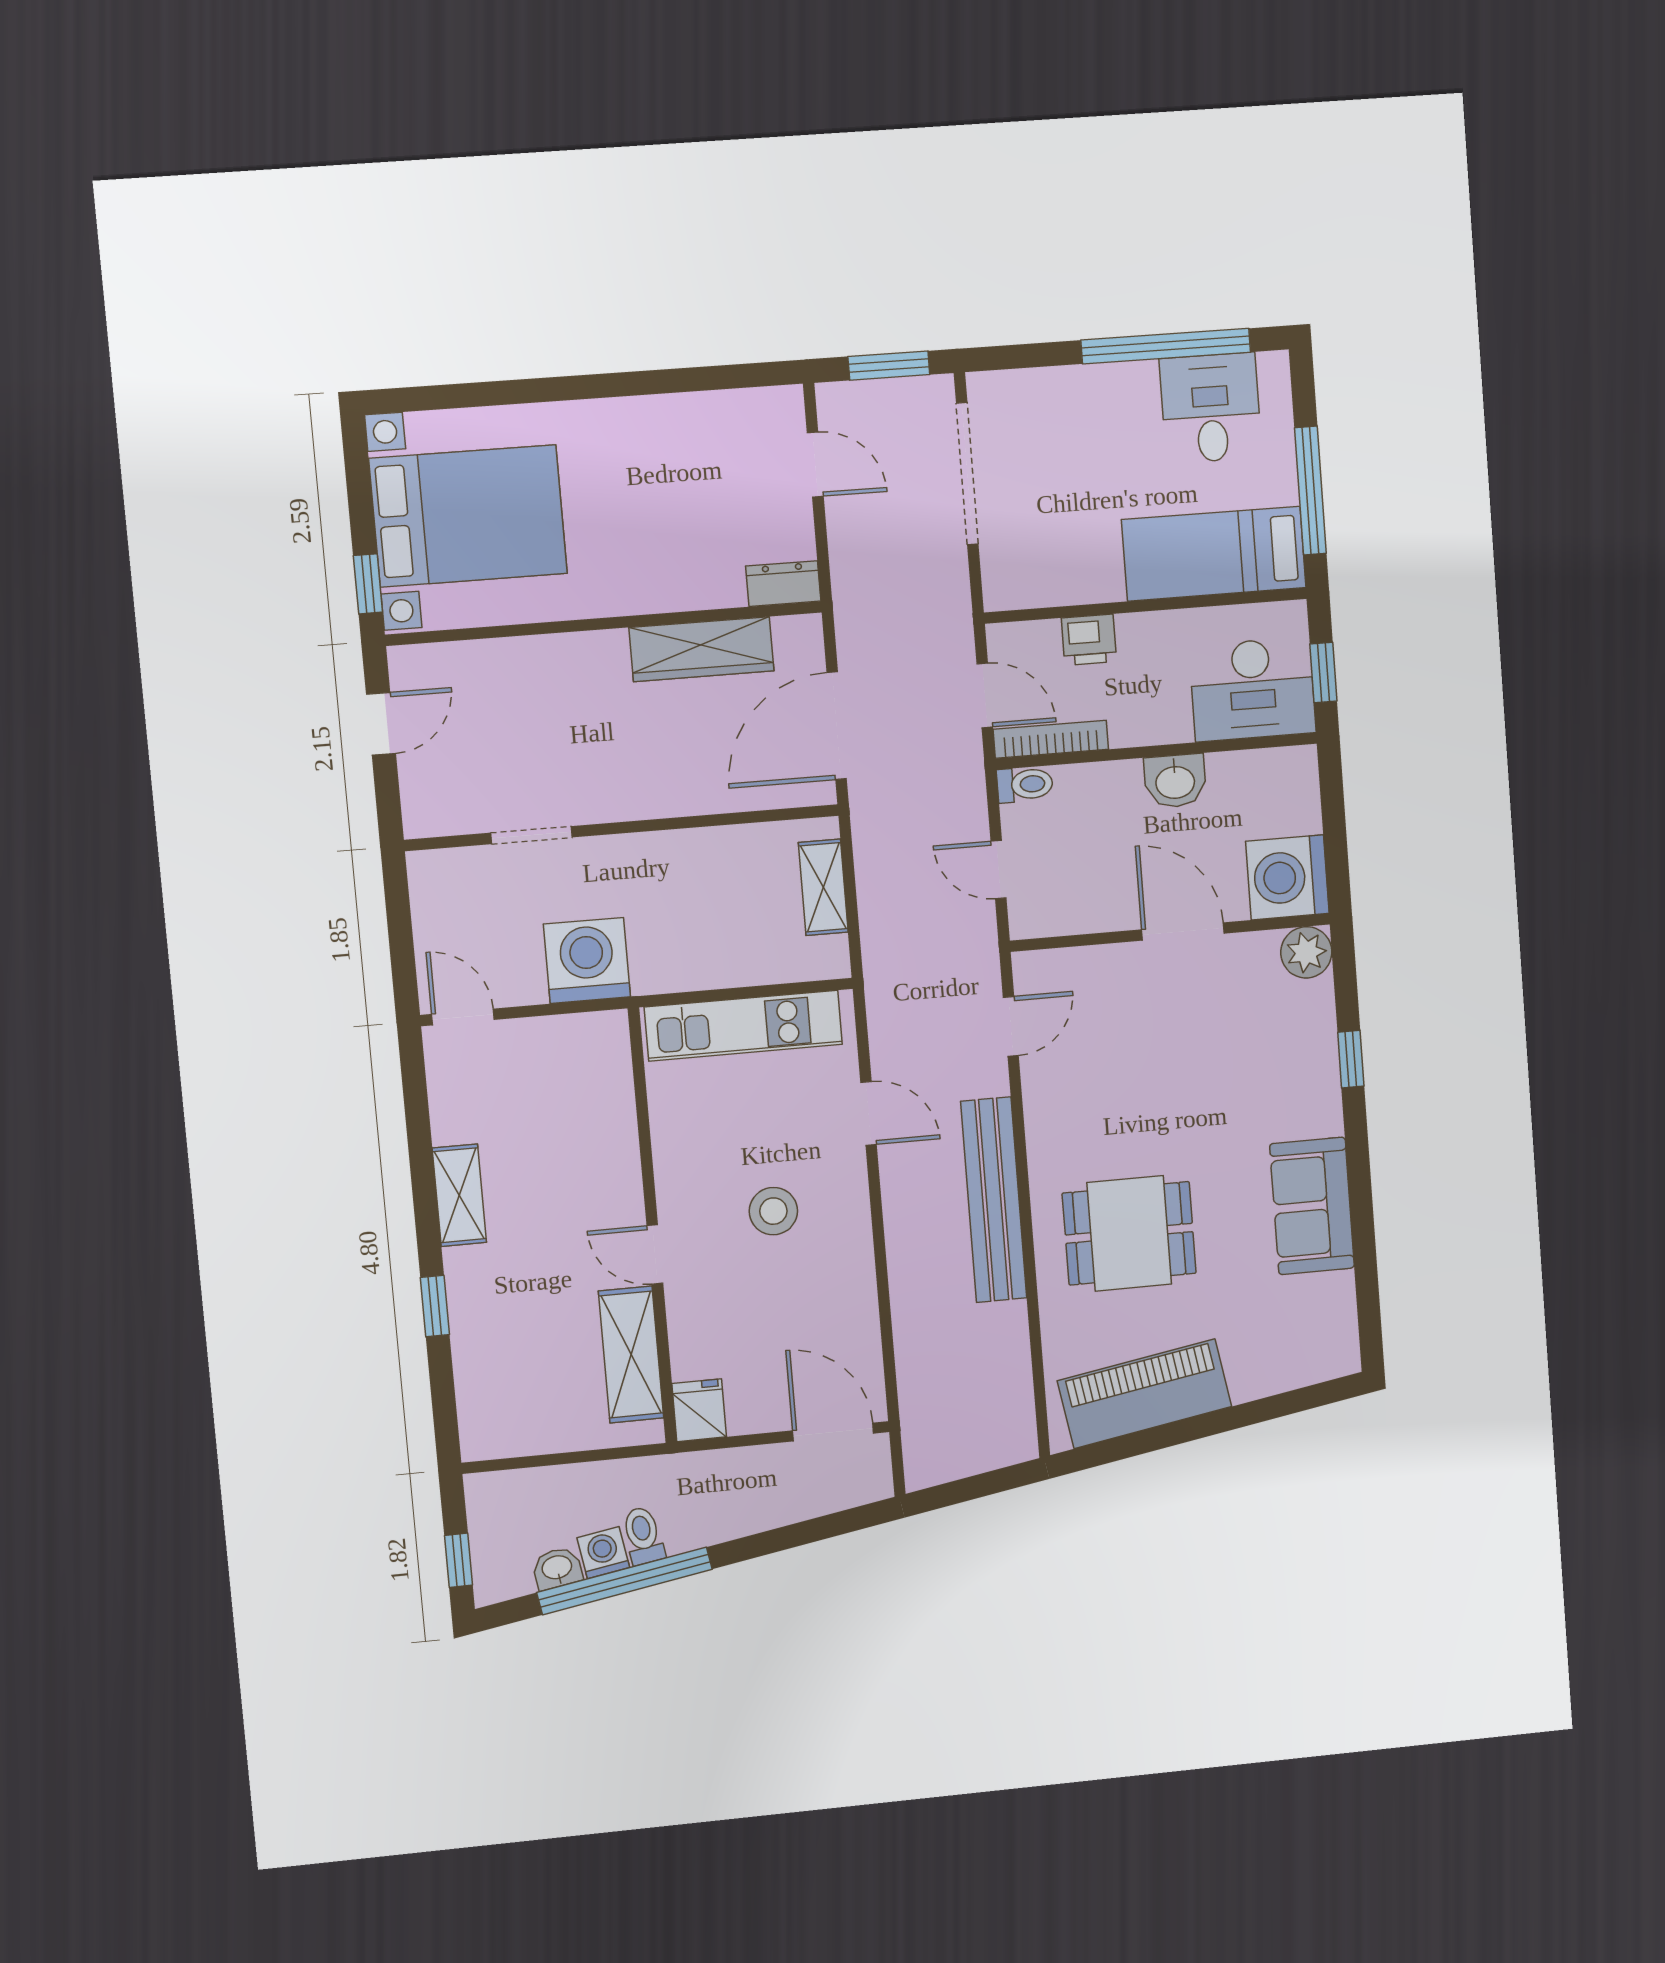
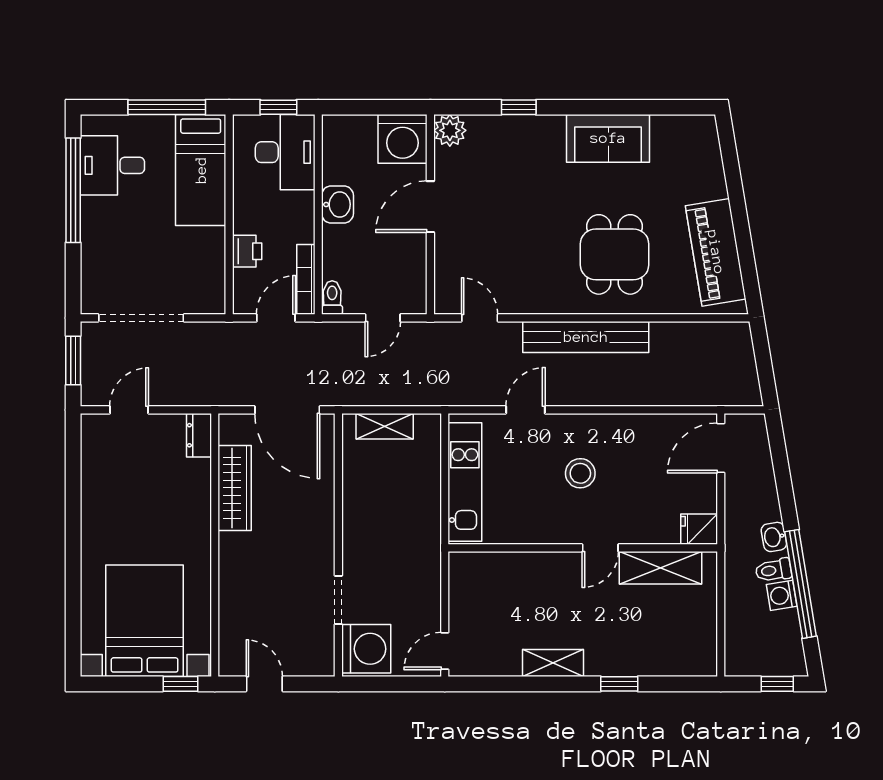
washing machine: (587, 960) -> (366, 649), moved, turned 180
washbasin: (557, 1568) -> (774, 537), moved

